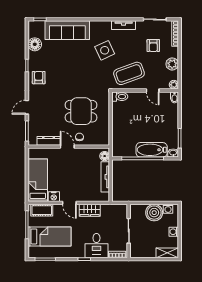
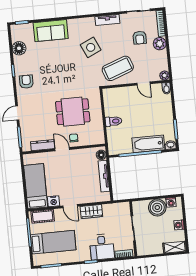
sofa: (67, 30) -> (51, 31), width x0.73
plant: (172, 64) -> (160, 44), moved
toilet: (120, 97) -> (114, 121), moved

